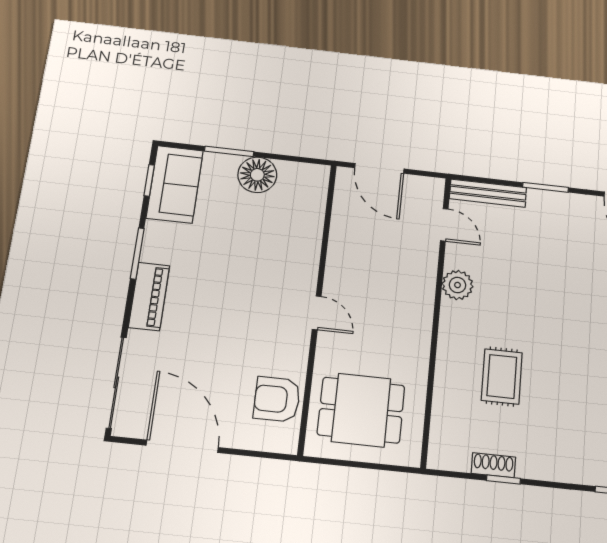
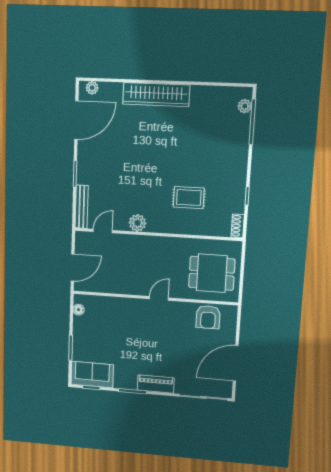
floor lamp: (257, 175) -> (79, 310), moved, width x0.53, depth x0.53
dining table: (361, 410) -> (212, 273), turned 90
shoe rack: (493, 465) -> (238, 226), moved

